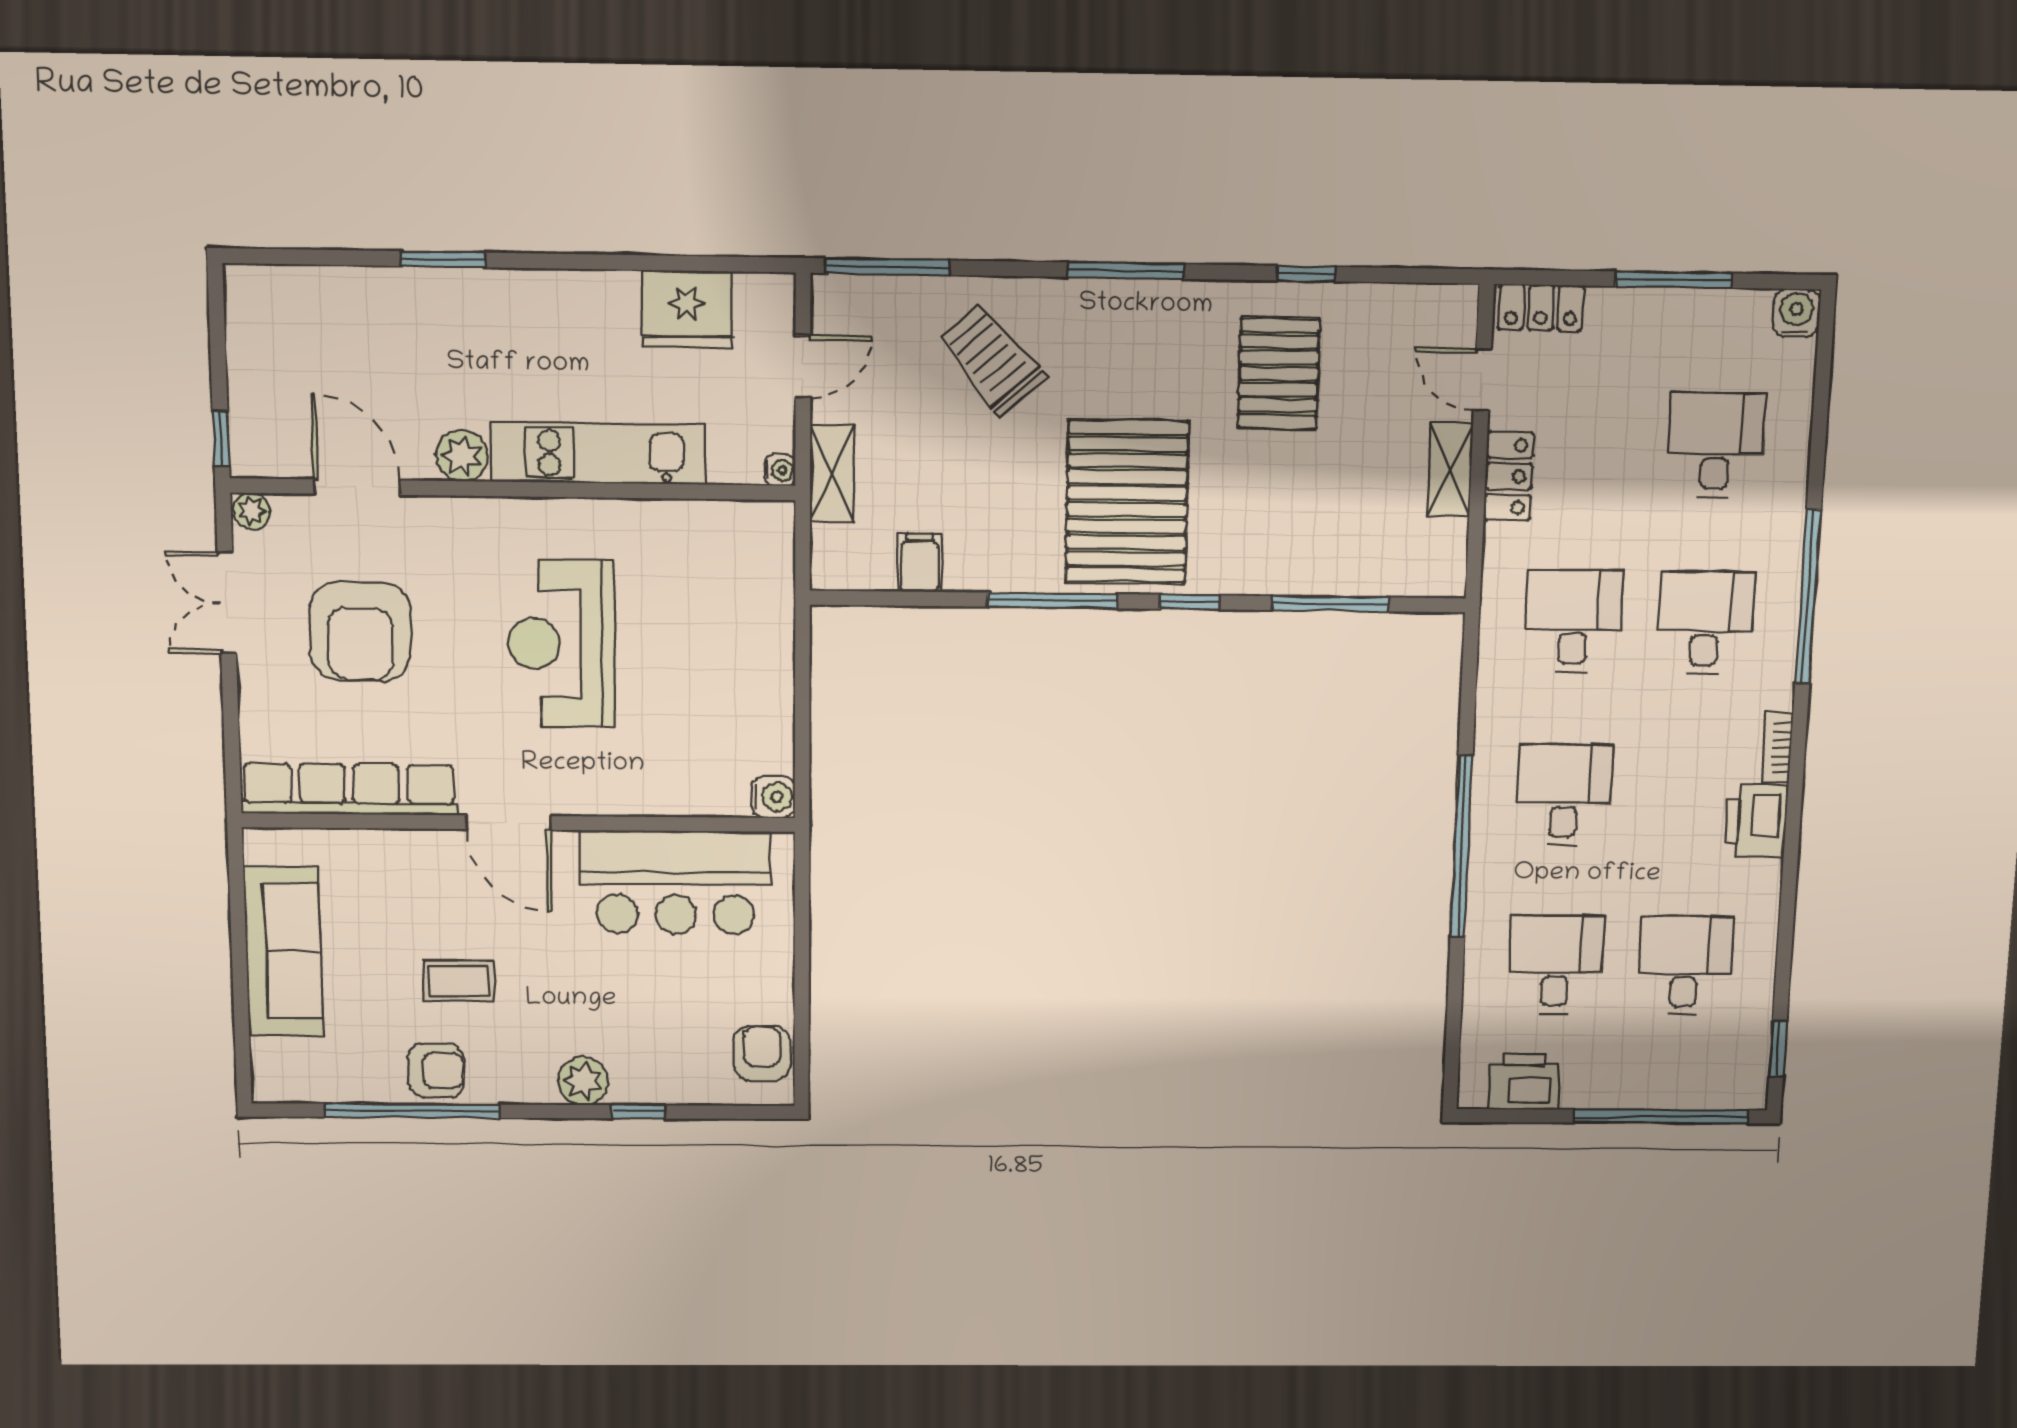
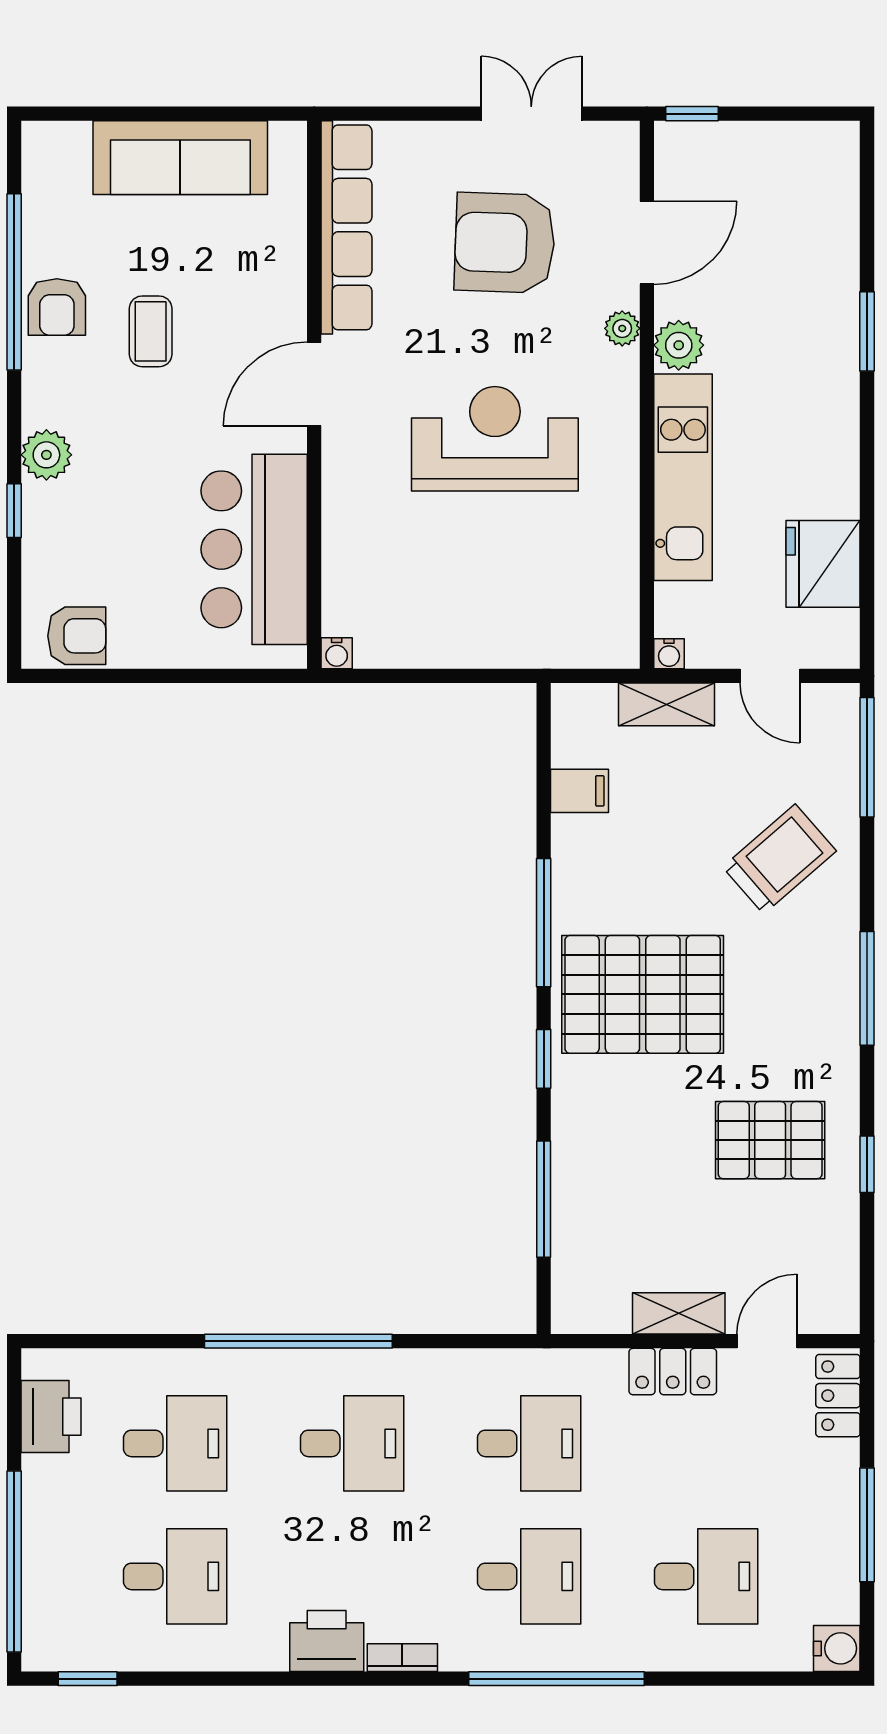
plant: (251, 511) -> (622, 328), moved
water cooler: (773, 797) -> (337, 653), width x0.72, depth x0.72

